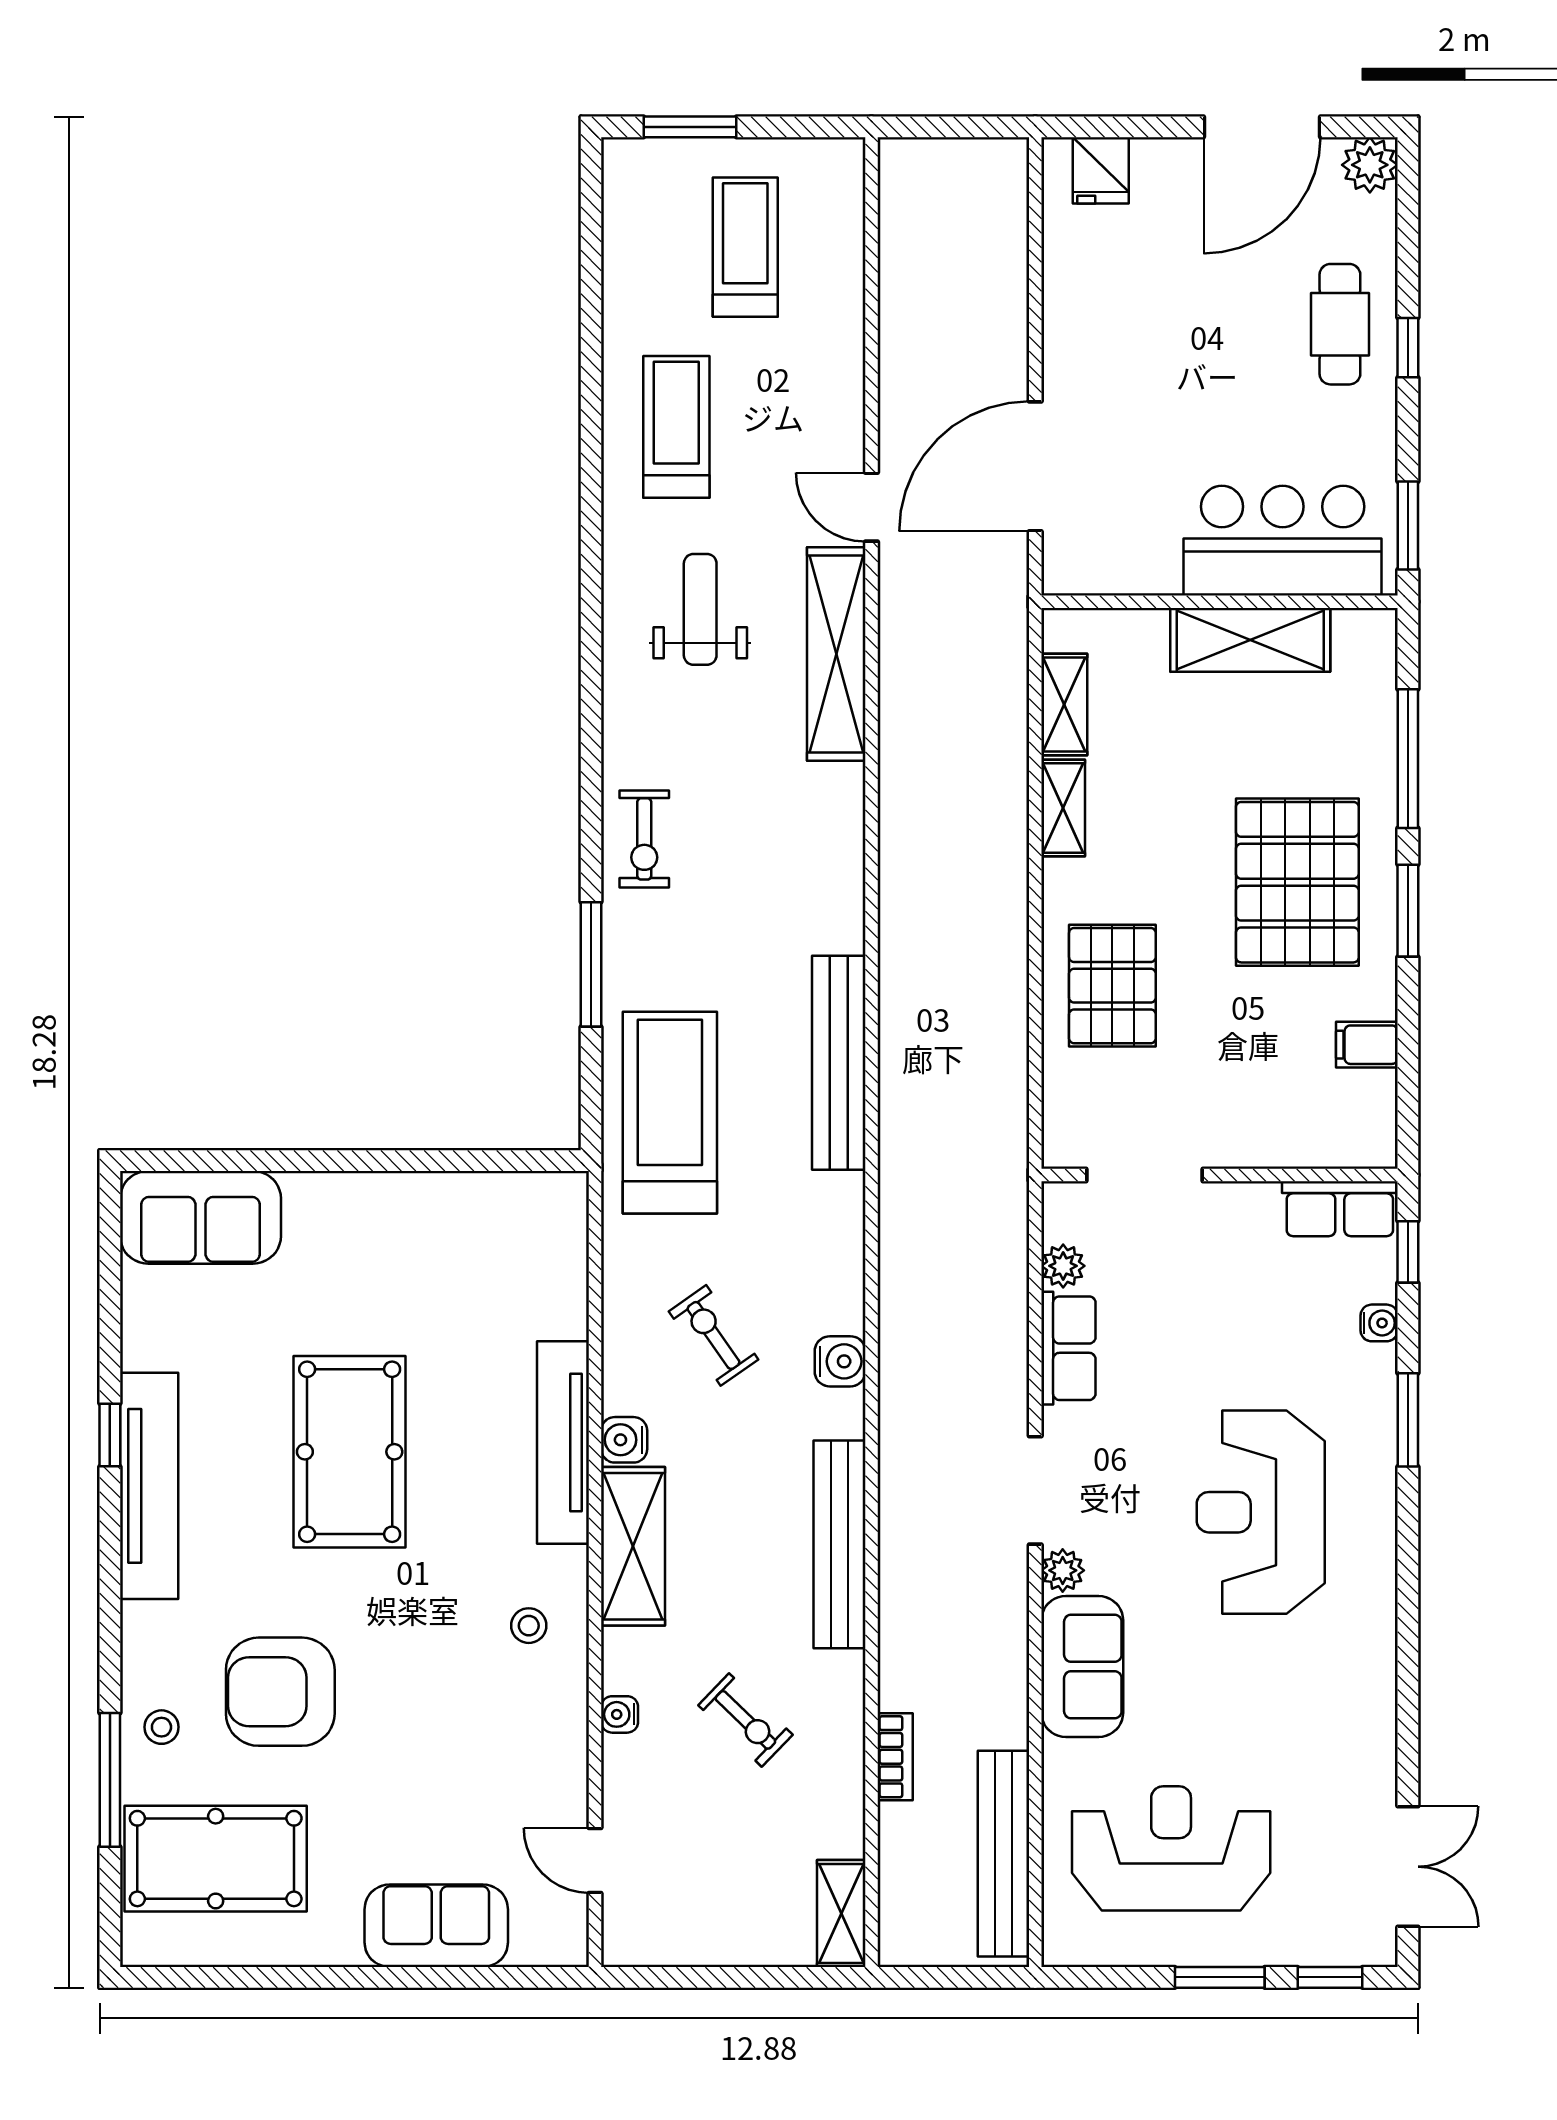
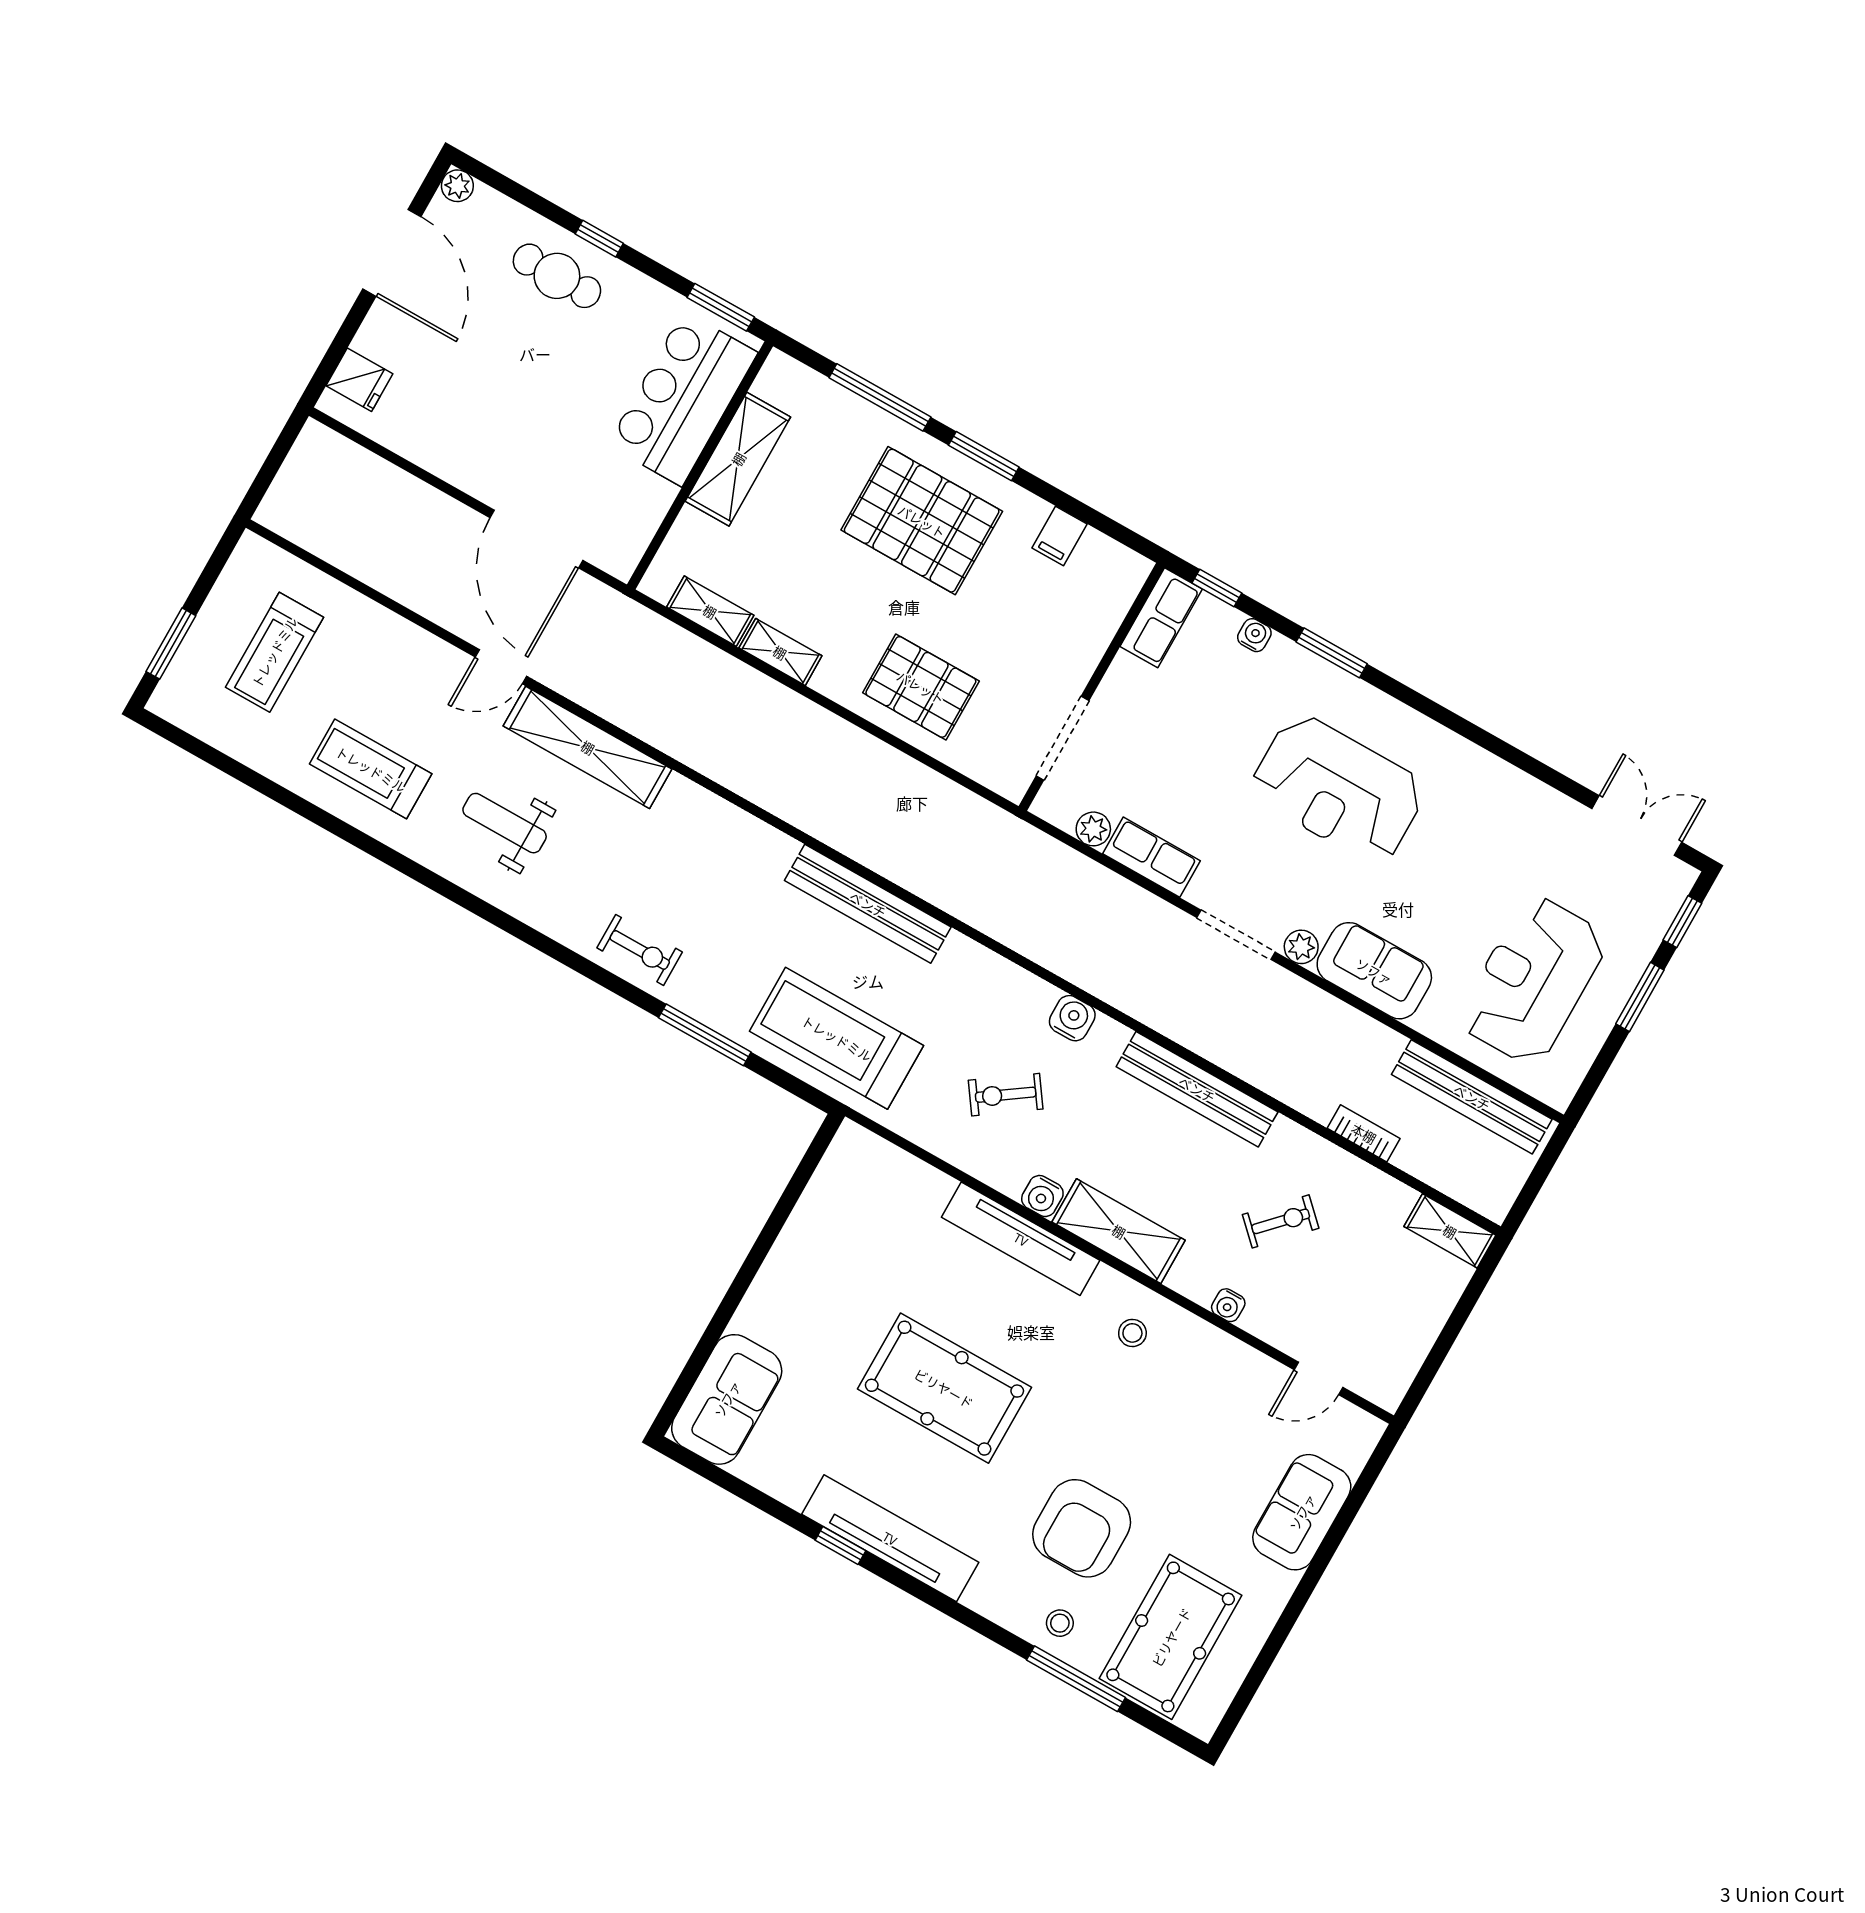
plant: (1370, 165) -> (457, 186), width x0.73, depth x0.73
treadmill: (745, 247) -> (274, 652), turned -90

